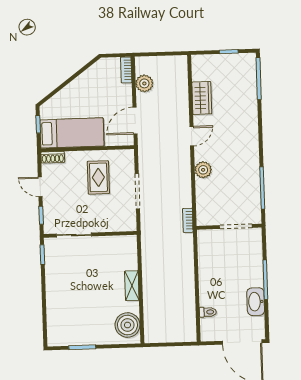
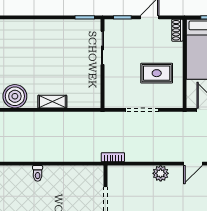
door: (192, 136) -> (193, 164), hinge flipped
toilet: (208, 312) -> (38, 173), moved

